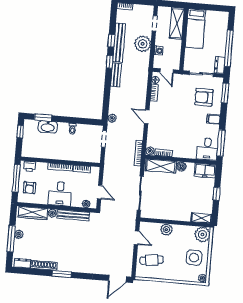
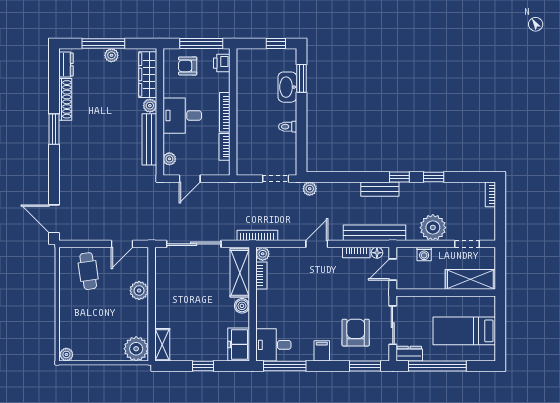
bed: (195, 29) -> (464, 331), moved
bench: (119, 43) -> (375, 233), moved
side table: (194, 258) -> (98, 338), removed

